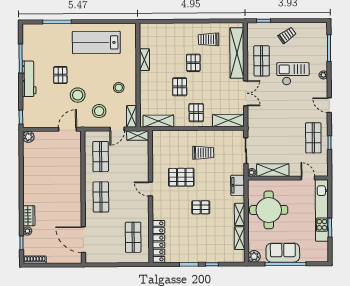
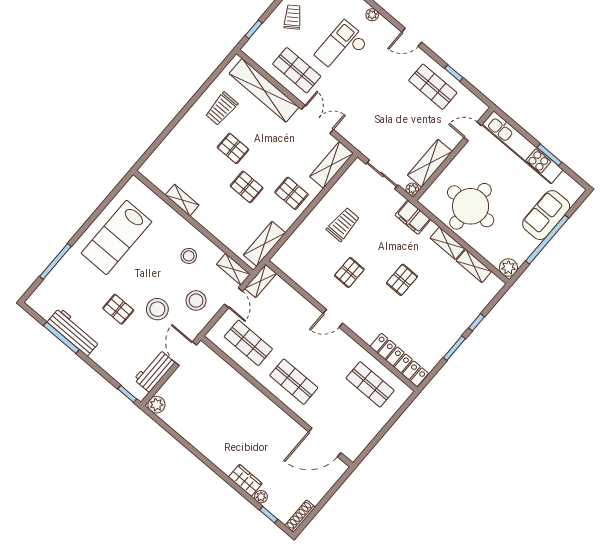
workbench: (29, 79) -> (73, 332), moved
workbench: (45, 121) -> (154, 371), added
pallet: (181, 177) -> (349, 272), width x0.67, depth x0.71
sofa: (283, 253) -> (546, 215), moved

